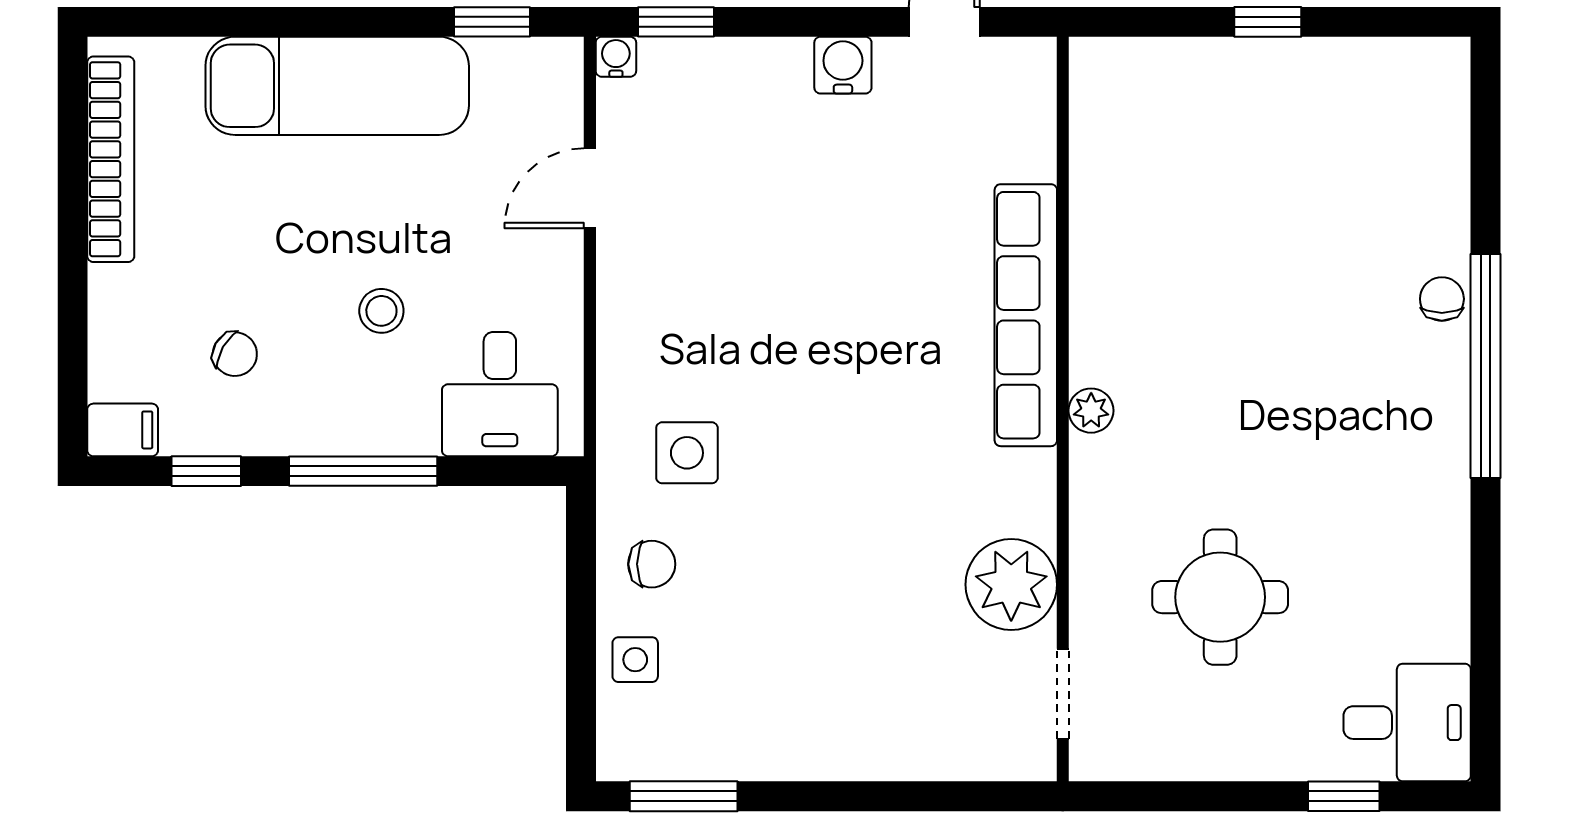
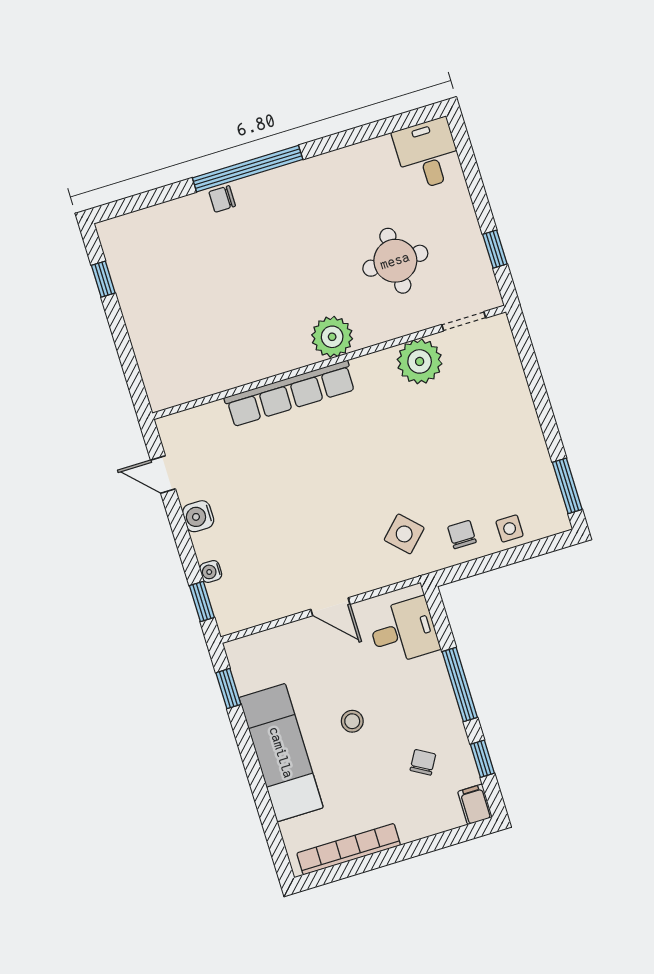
window: (1268, 22) -> (103, 279), moved
water cooler: (616, 57) -> (211, 571), moved
door: (590, 188) -> (330, 607), moved
stool: (381, 311) -> (352, 721), moved
plant: (1091, 411) -> (332, 337), width x1.88, depth x1.88
side table: (687, 453) -> (404, 534), turned 45
window: (1344, 796) -> (495, 249), moved

